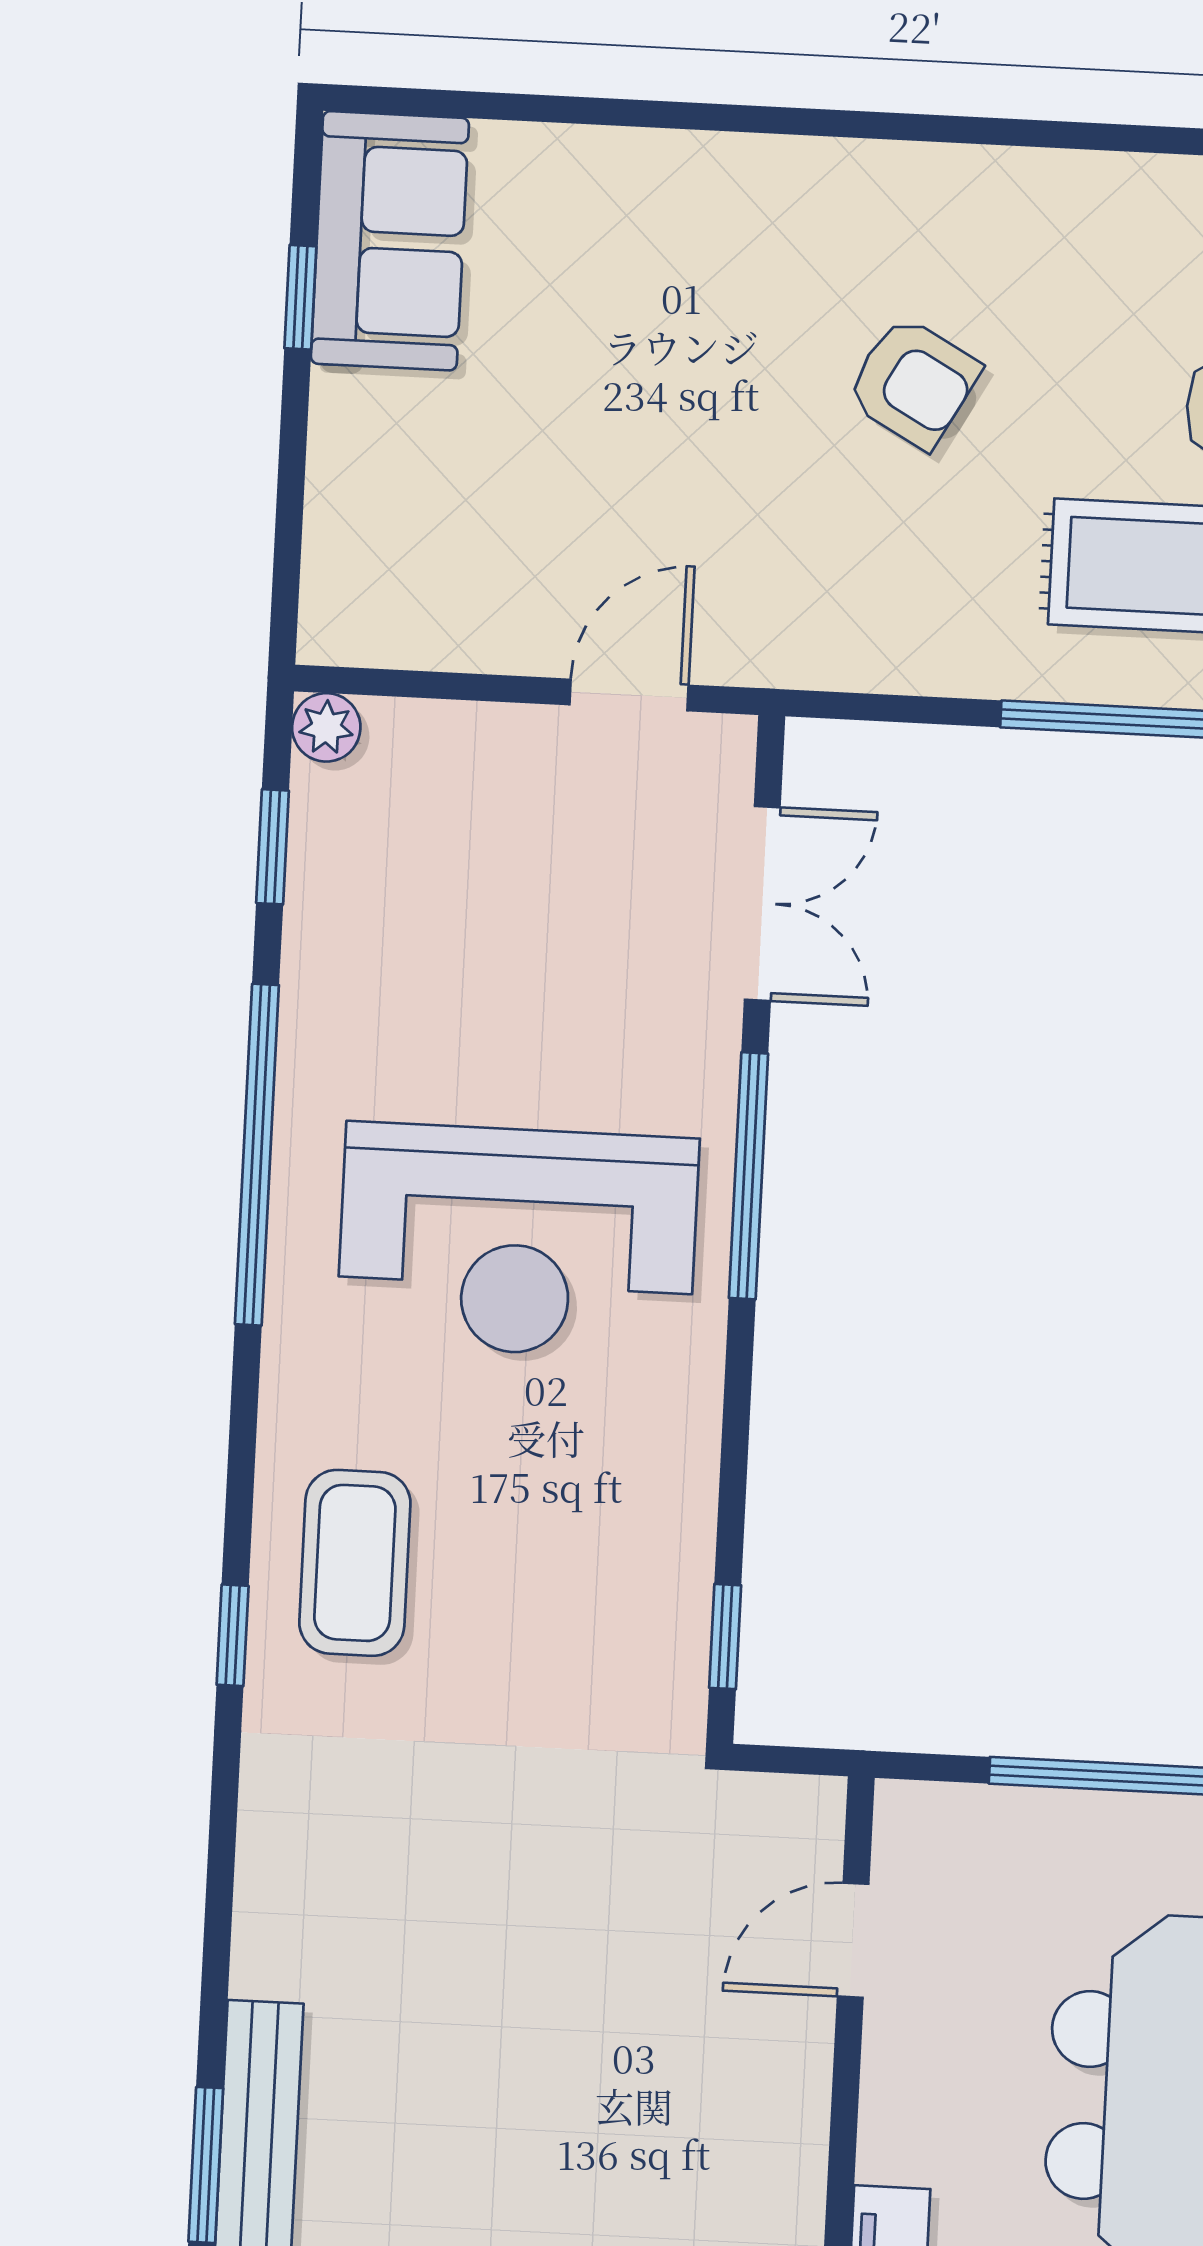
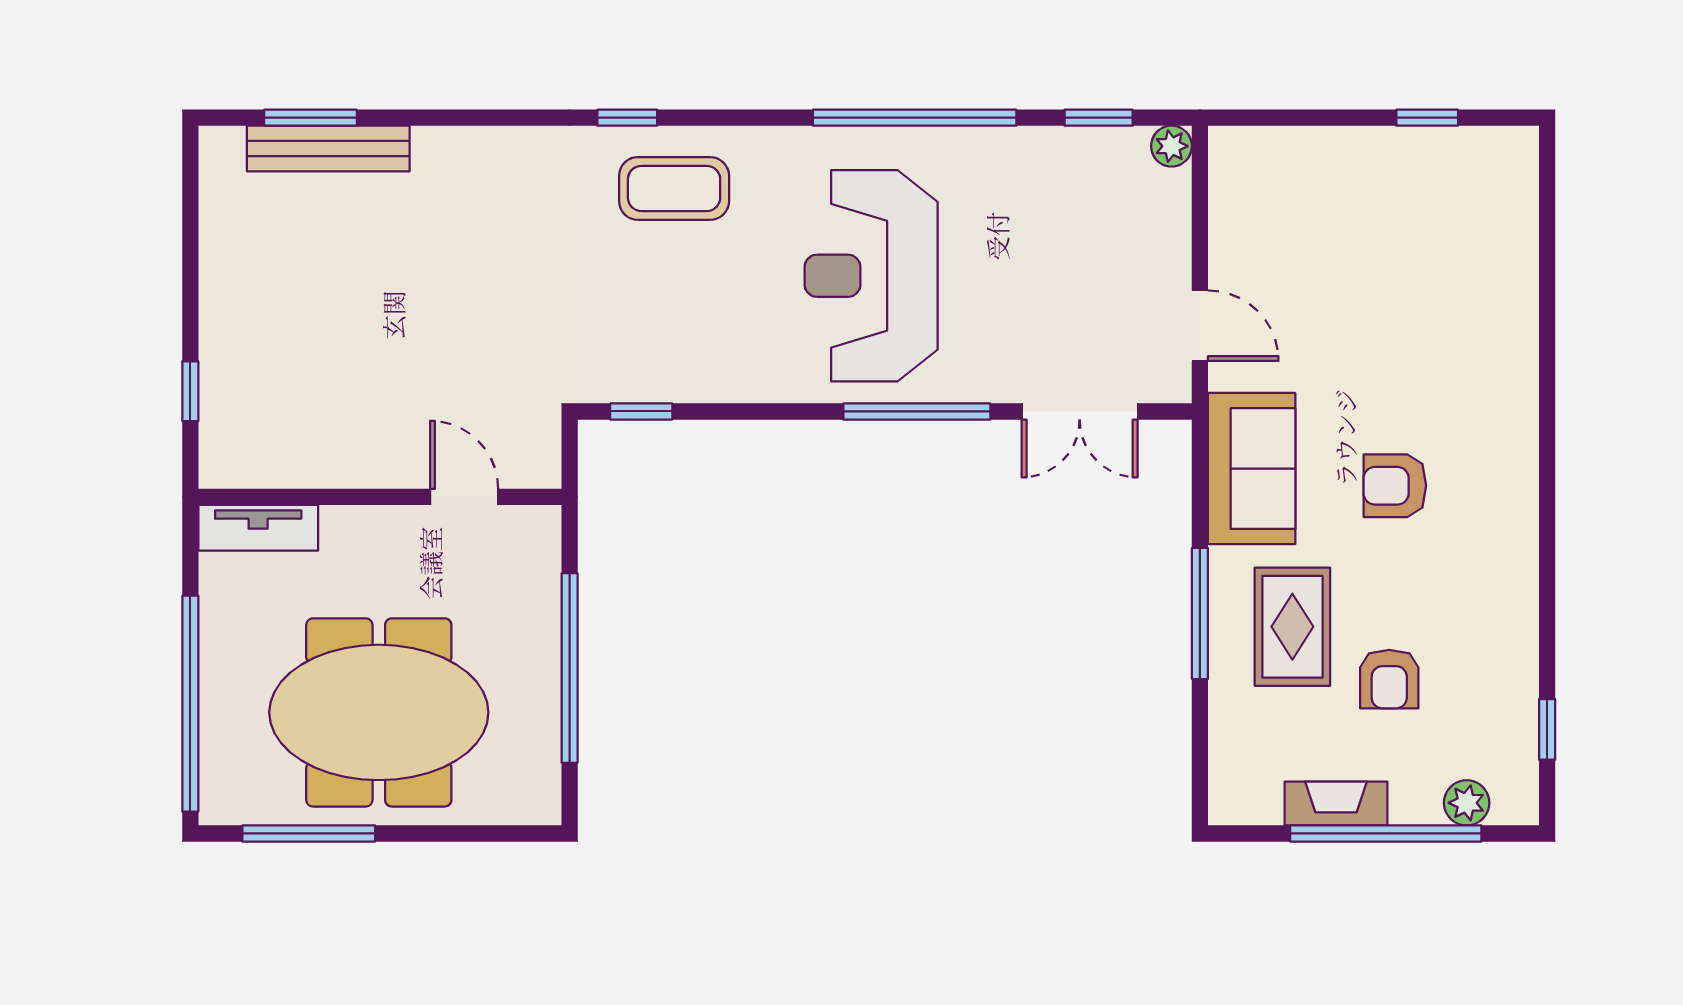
sofa: (390, 241) -> (1252, 469), moved, turned -90
armchair: (913, 383) -> (1395, 486), turned 61

